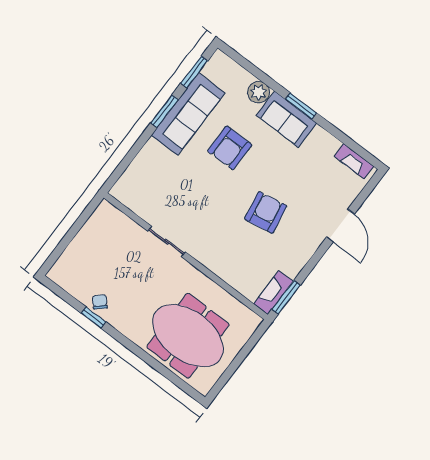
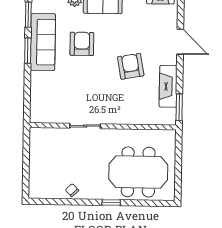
armchair: (230, 148) -> (82, 44), turned 180
fireplace: (273, 293) -> (168, 86), moved, width x1.37, depth x1.32
window: (93, 317) -> (111, 203), moved

